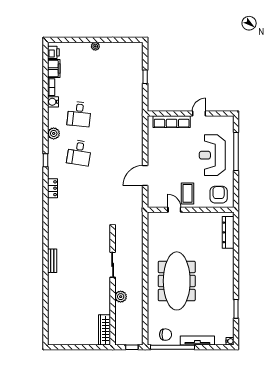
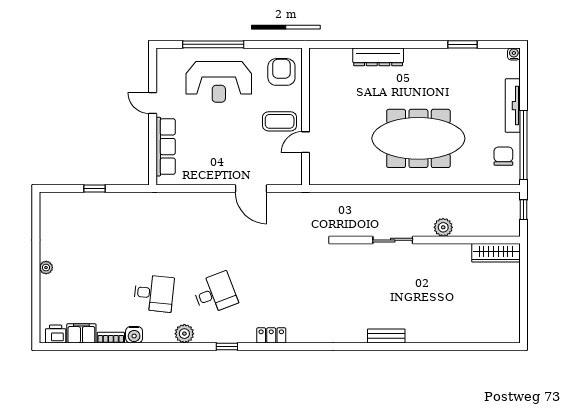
desk: (79, 153) -> (215, 293), turned -30
armchair: (219, 195) -> (281, 72), turned 90
dresser: (228, 232) -> (378, 57), moved

